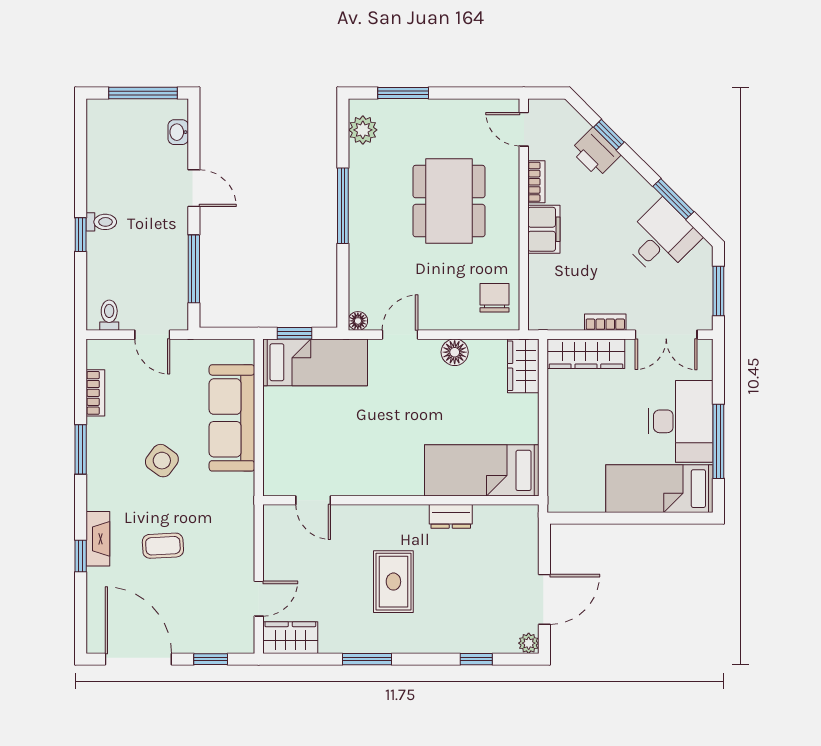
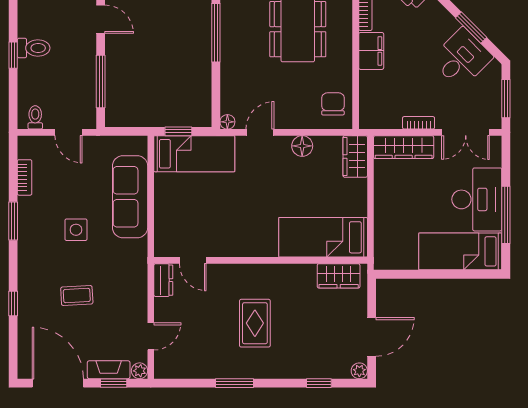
toilet: (101, 222) -> (34, 48), width x1.37, depth x1.39
side table: (162, 461) -> (76, 230), turned -36
dresser: (451, 516) -> (163, 280), moved, turned -90
fireplace: (98, 539) -> (109, 370), moved, turned -90
wardrobe: (290, 638) -> (339, 276), moved, turned 180
plant: (244, 643) -> (140, 371), added

